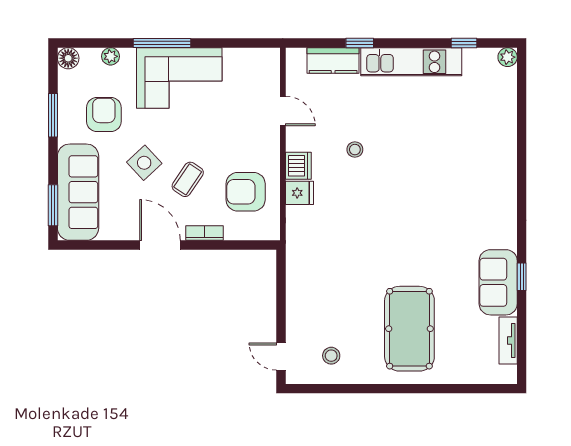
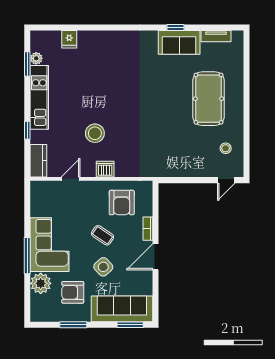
window: (464, 43) -> (27, 64), width x1.50
plant: (111, 56) -> (41, 283), width x1.87, depth x1.87
plant: (508, 57) -> (36, 58), moved
floor lamp: (68, 58) -> (37, 315), removed
kitchen counter: (333, 61) -> (38, 161), moved
stool: (355, 150) -> (95, 133), width x1.89, depth x1.89
coffee table: (188, 179) -> (103, 235), moved
fridge: (299, 193) -> (69, 39), moved, turned 180
pool table: (409, 329) -> (208, 99), turned 90

